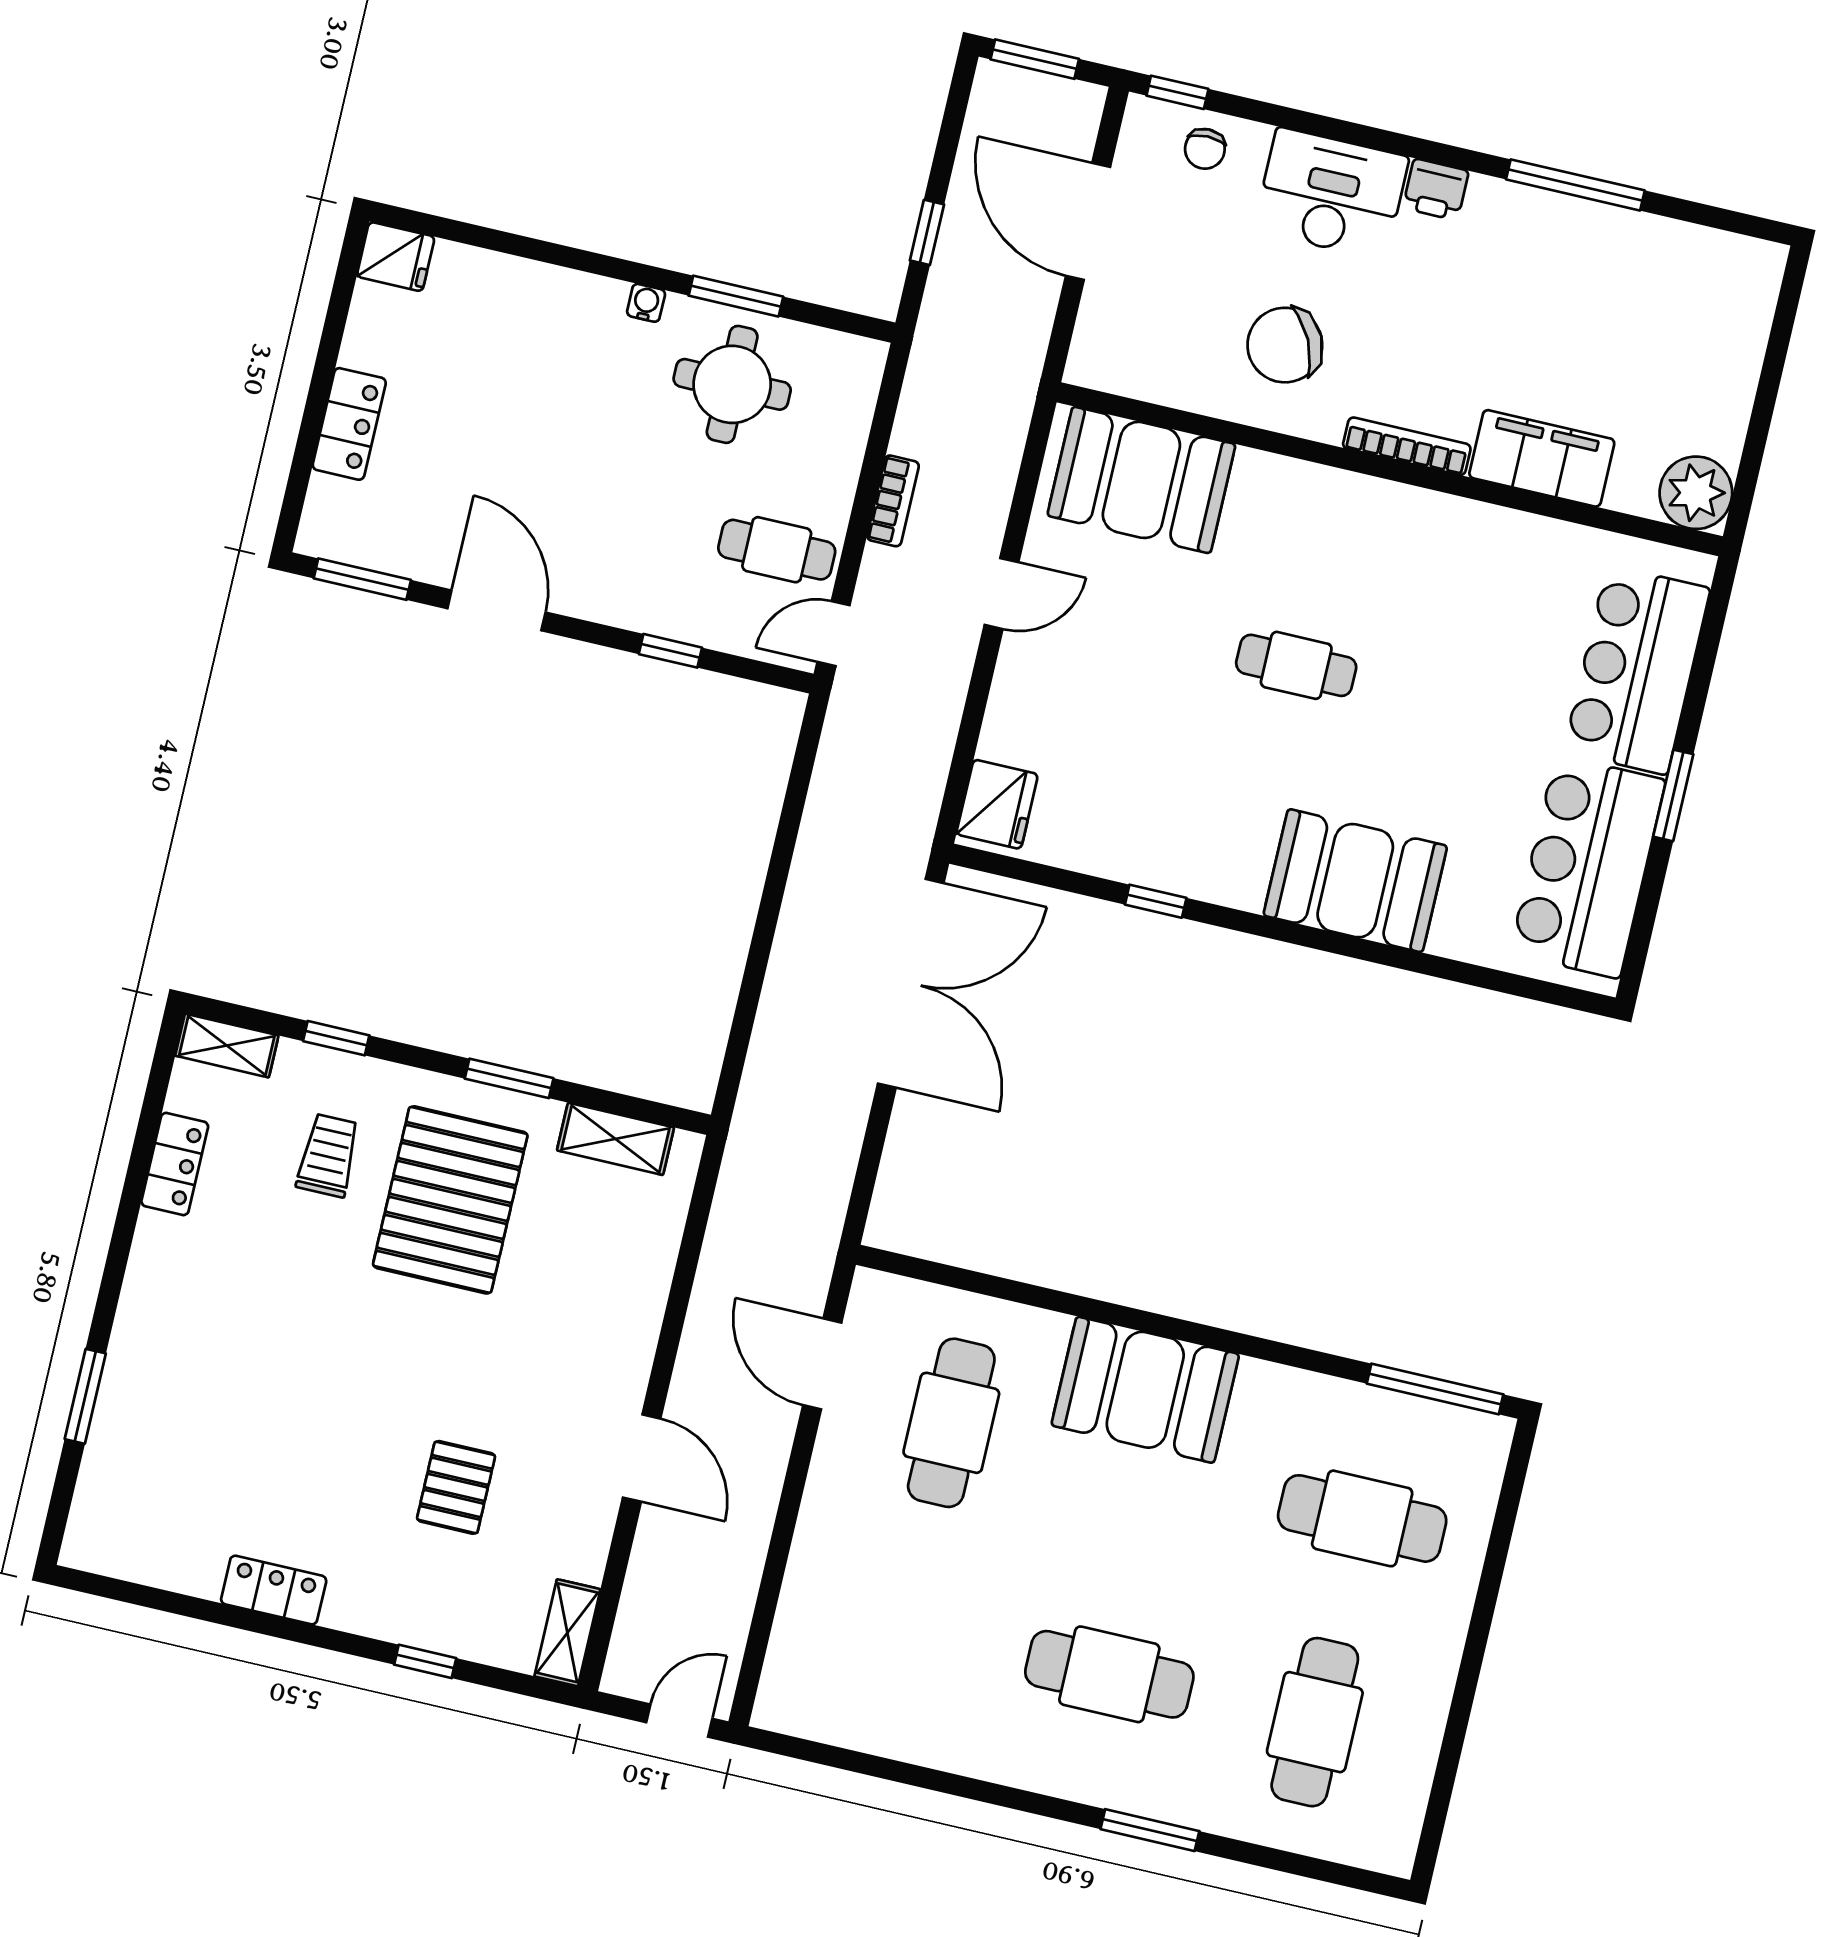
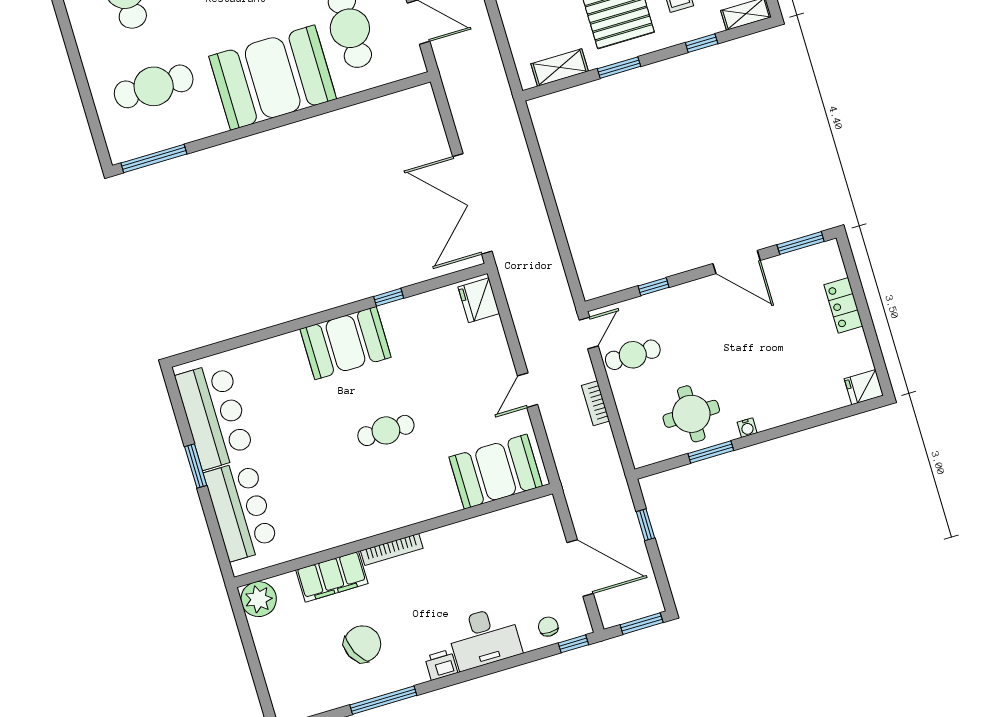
chair: (1285, 345) -> (362, 644), moved
booth: (1355, 881) -> (345, 343), moved
booth: (1145, 1390) -> (273, 78), width x1.36, depth x1.42

